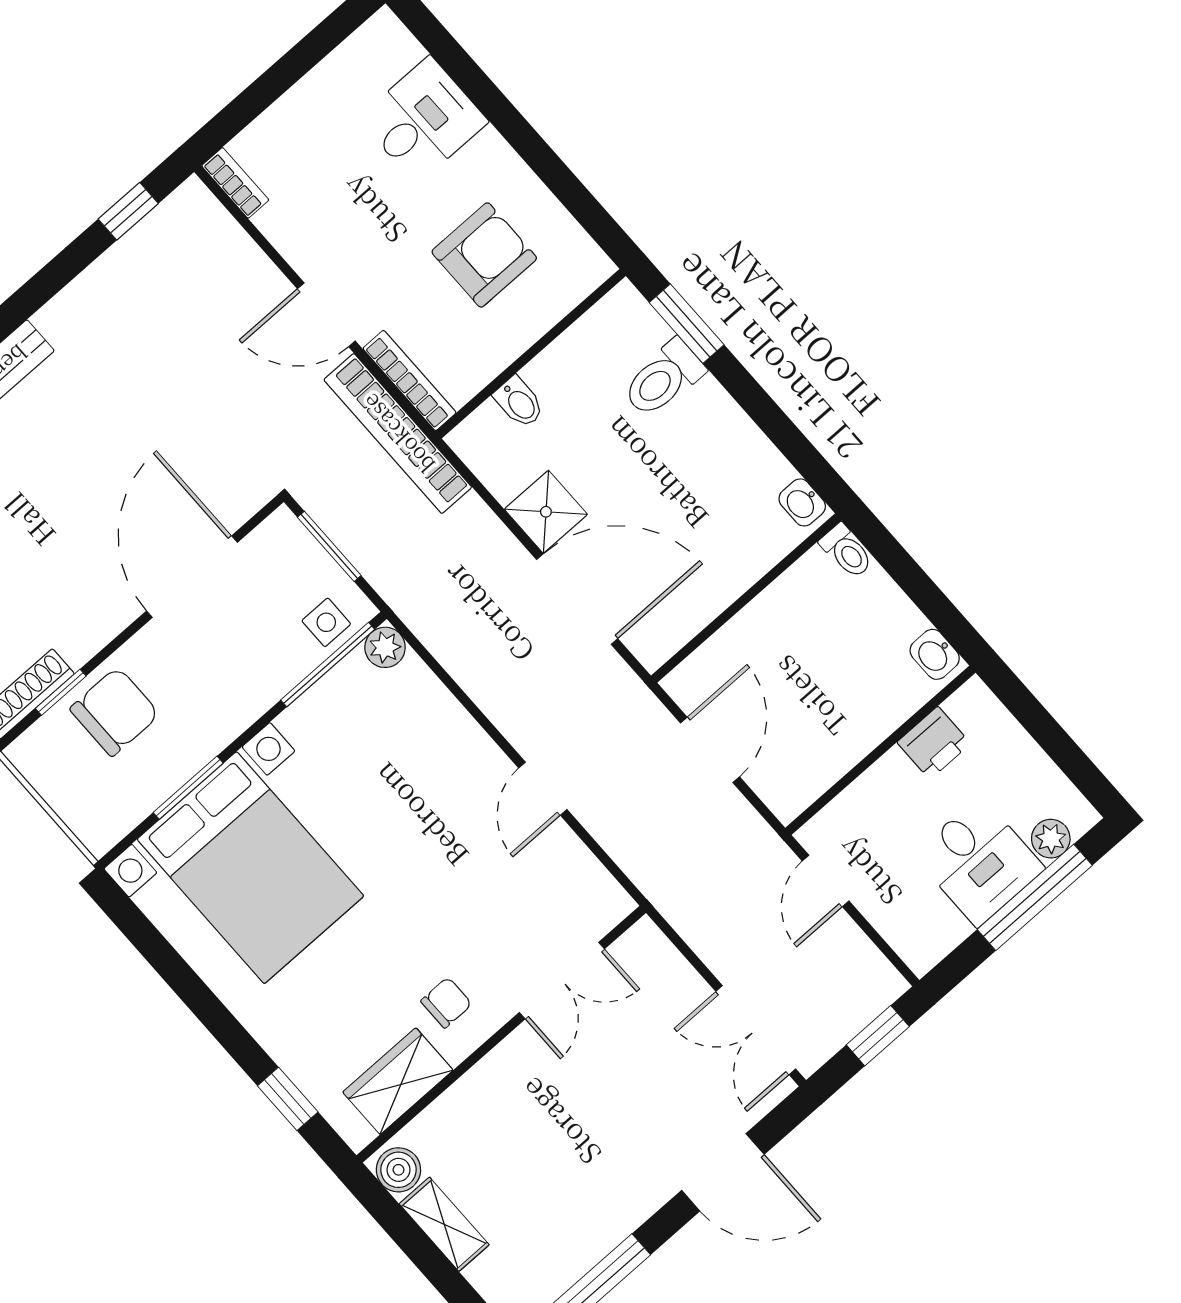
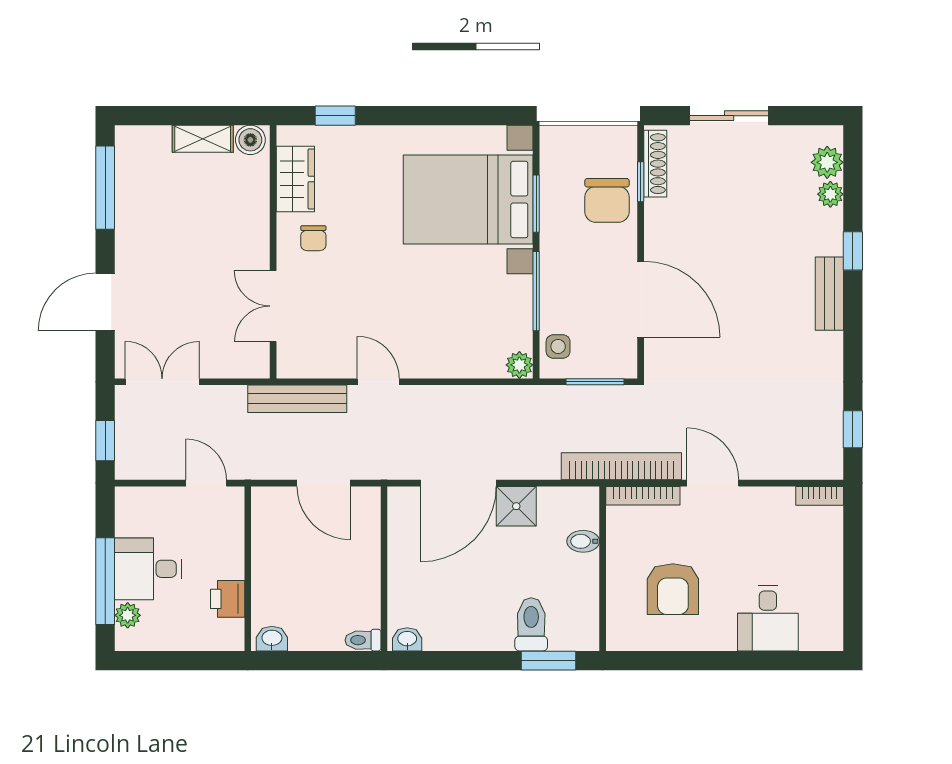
door: (326, 315) -> (713, 483), hinge flipped
window: (328, 665) -> (536, 291), moved
bench: (642, 862) -> (297, 399), added

